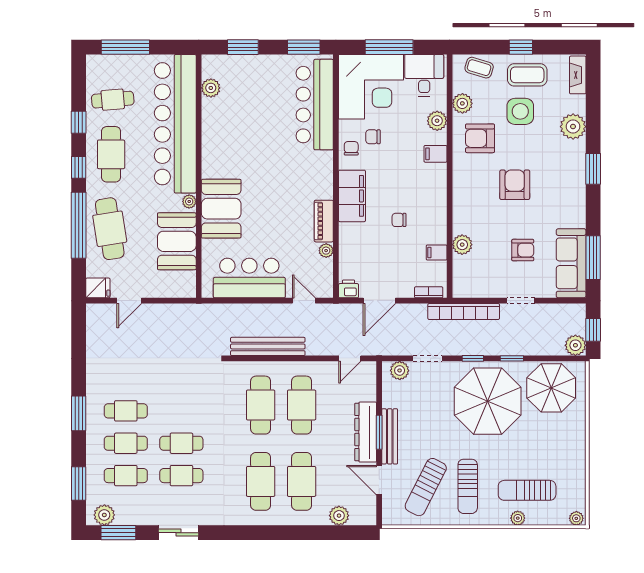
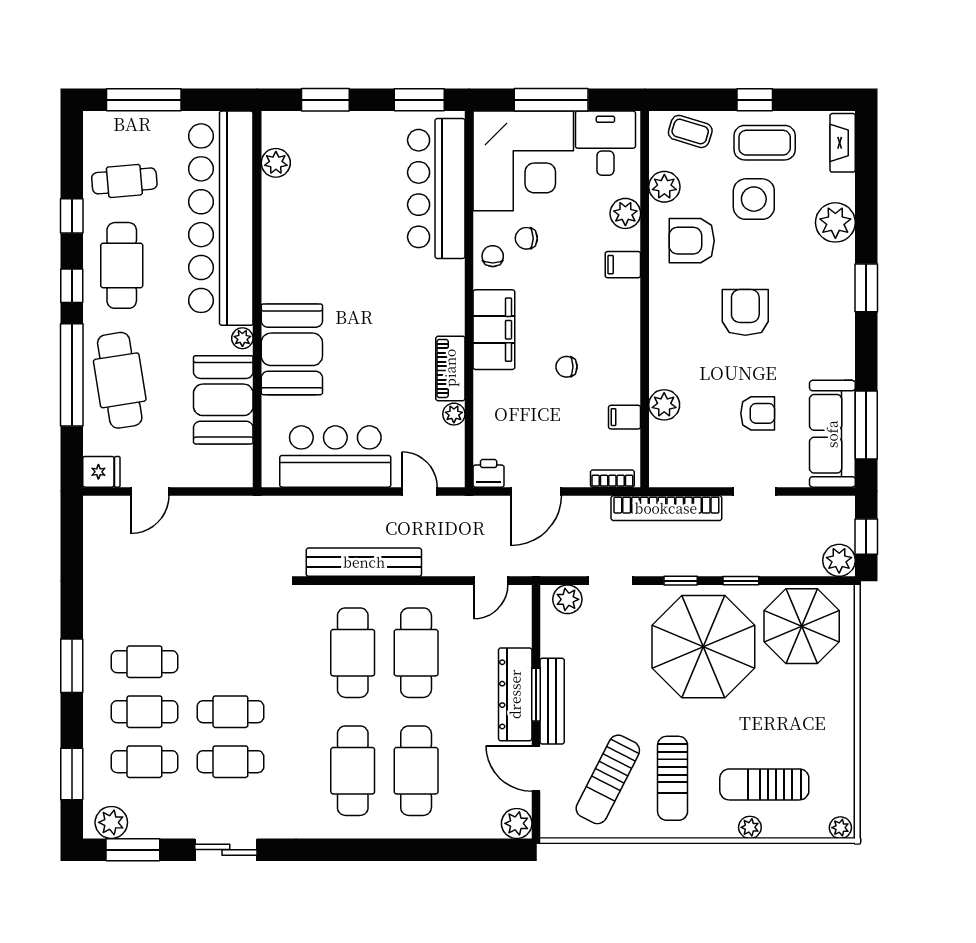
plant: (339, 516) -> (517, 823), moved

